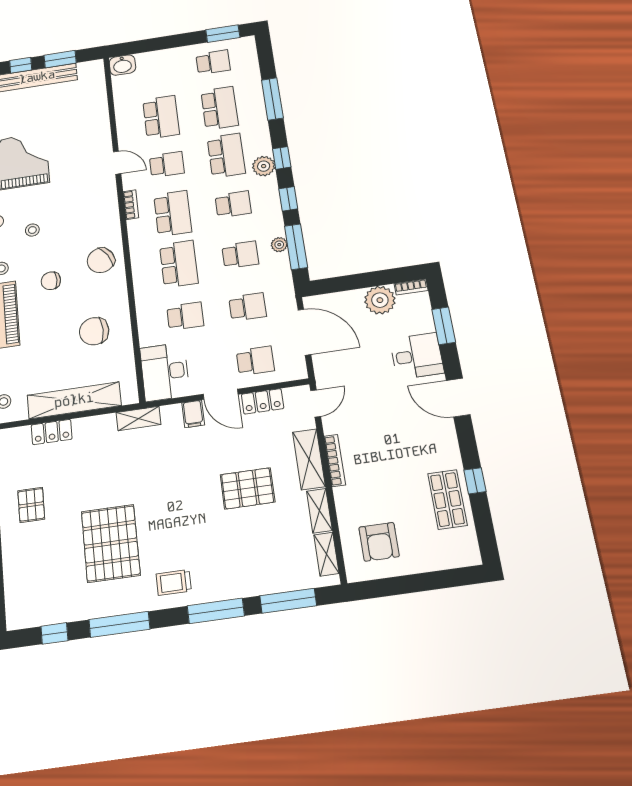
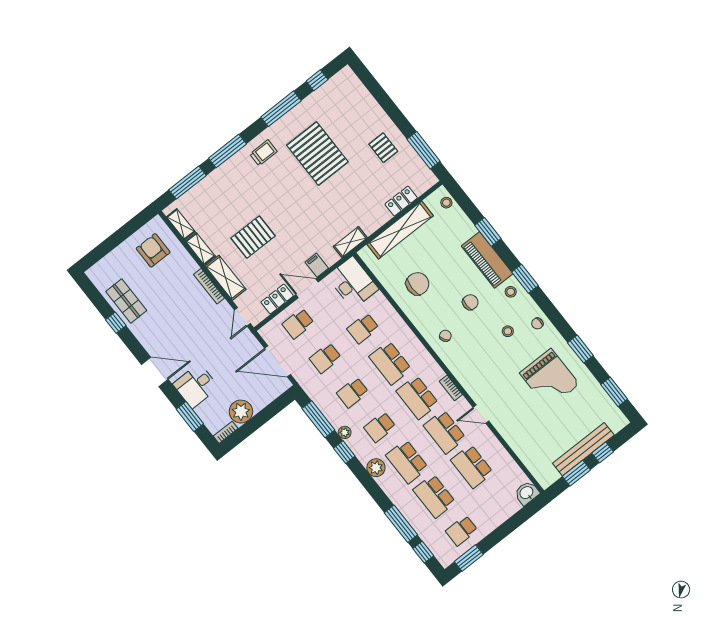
window: (282, 158) -> (423, 552), moved
school desk: (167, 165) -> (445, 432), width x1.85
plant: (279, 245) -> (345, 432), moved
chair: (101, 260) -> (445, 336), width x0.54, depth x0.54

